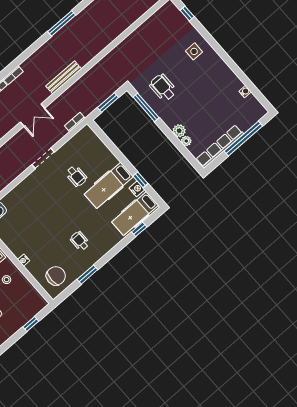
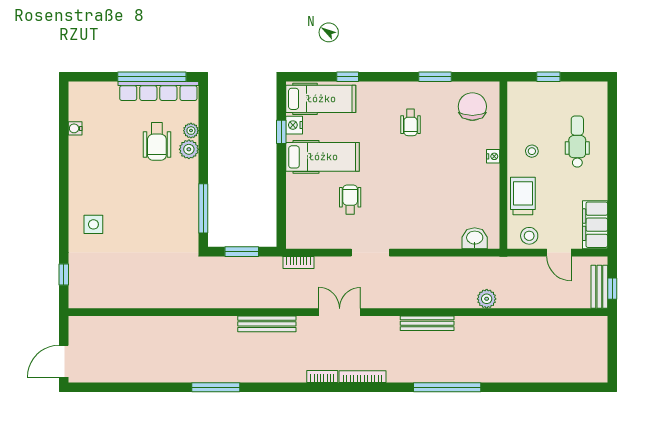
wheelchair: (163, 88) -> (157, 142), moved
window: (243, 138) -> (152, 77), moved
window: (139, 229) -> (348, 77), moved
chair: (56, 276) -> (472, 107), turned 90

